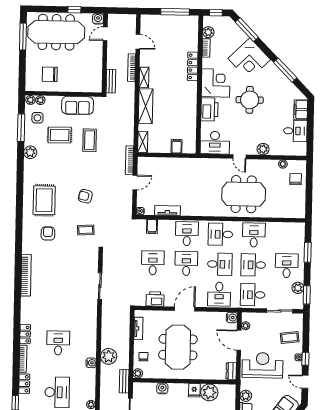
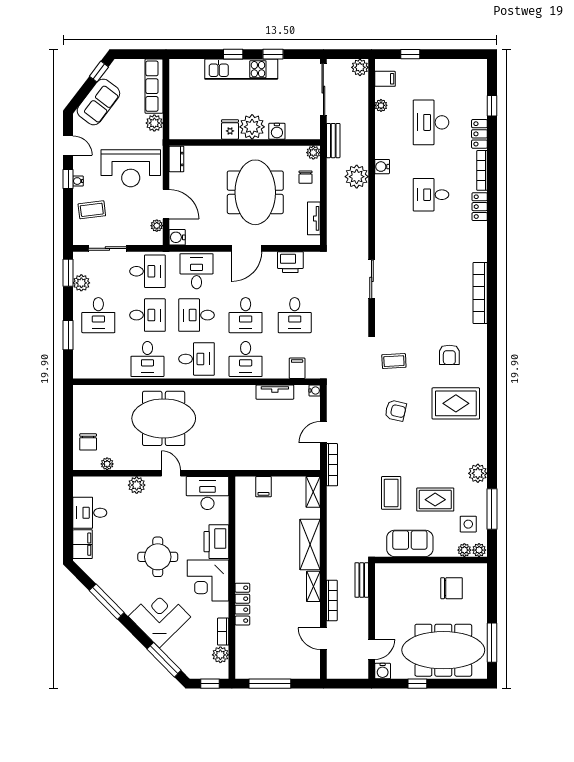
rug: (44, 200) -> (456, 403), turned 90
desk: (58, 343) -> (431, 195), turned 90
plant: (209, 392) -> (252, 127), moved

